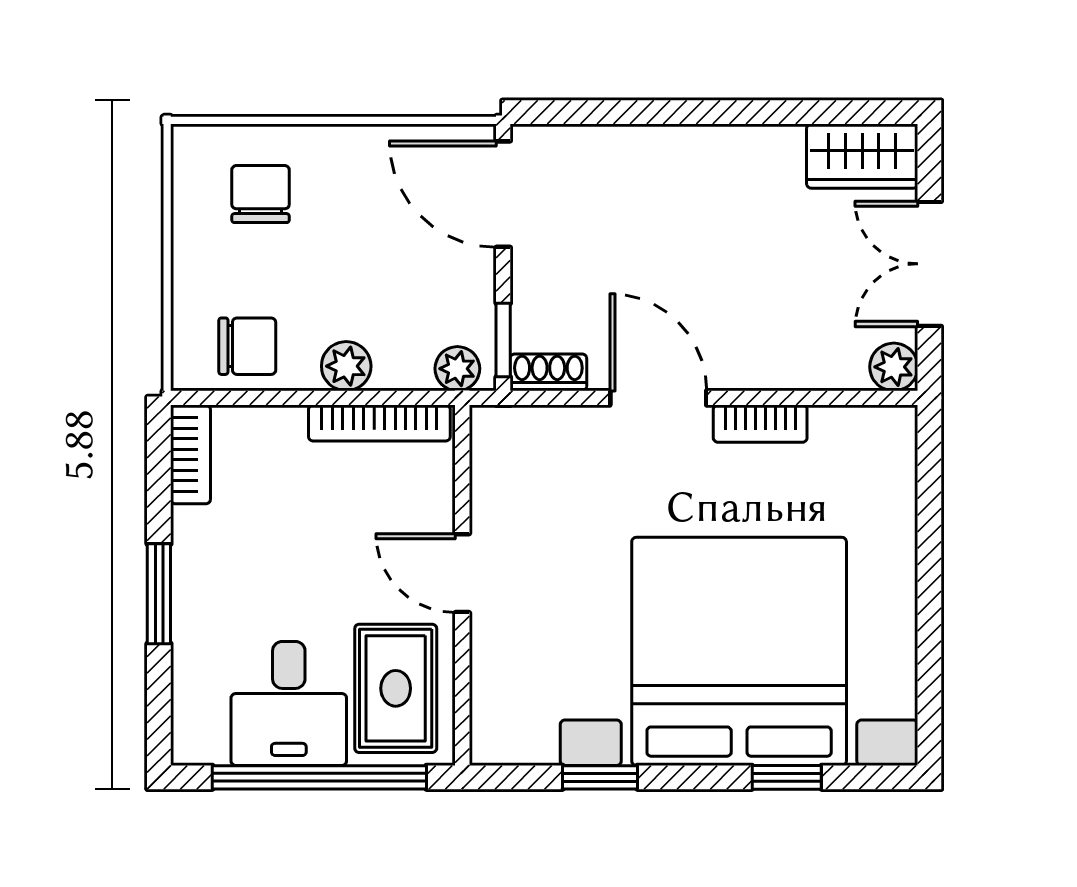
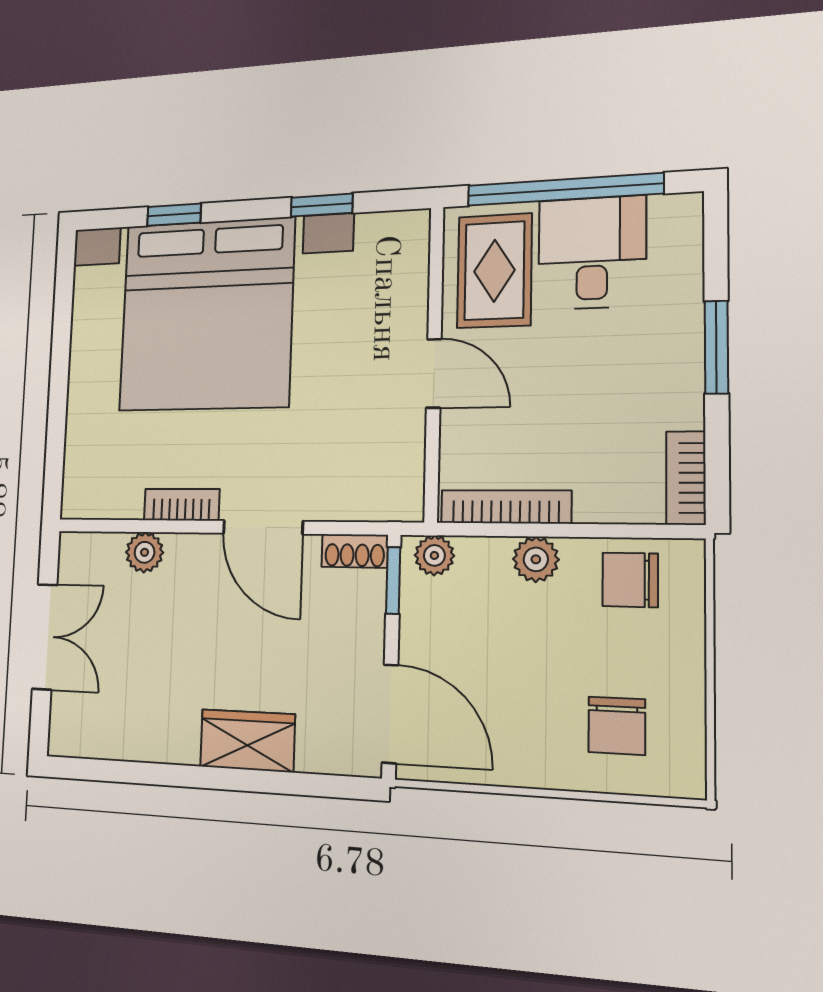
wardrobe: (862, 156) -> (247, 741), moved
plant: (894, 367) -> (145, 552), moved

